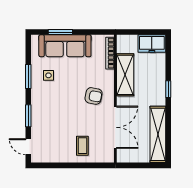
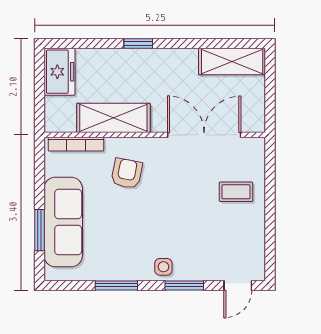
side table: (48, 75) -> (163, 267), moved
armchair: (94, 96) -> (127, 173), moved
shelving: (158, 134) -> (232, 61), width x0.68

